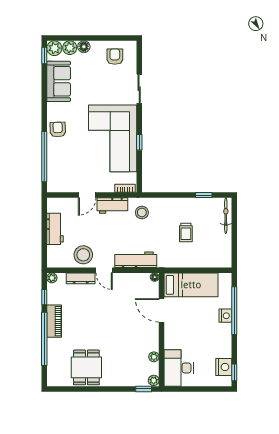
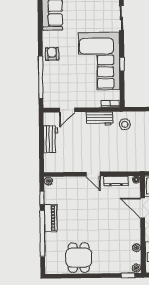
door: (87, 195) -> (67, 110), moved
stool: (83, 255) -> (75, 161), removed
workbench: (136, 260) -> (120, 165), removed
dresser: (81, 278) -> (116, 181), moved

